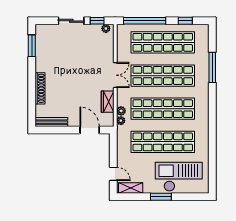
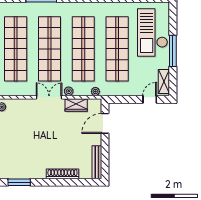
plant: (121, 111) -> (69, 91), moved
window: (161, 197) -> (173, 51), width x1.44

